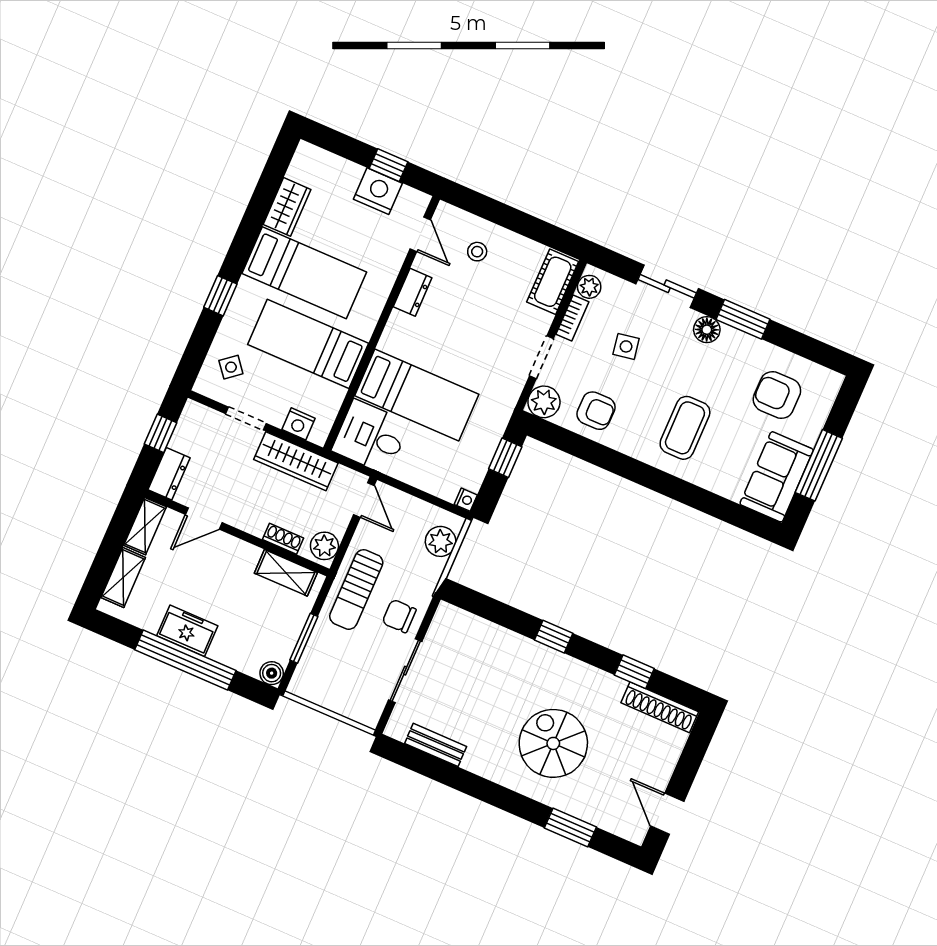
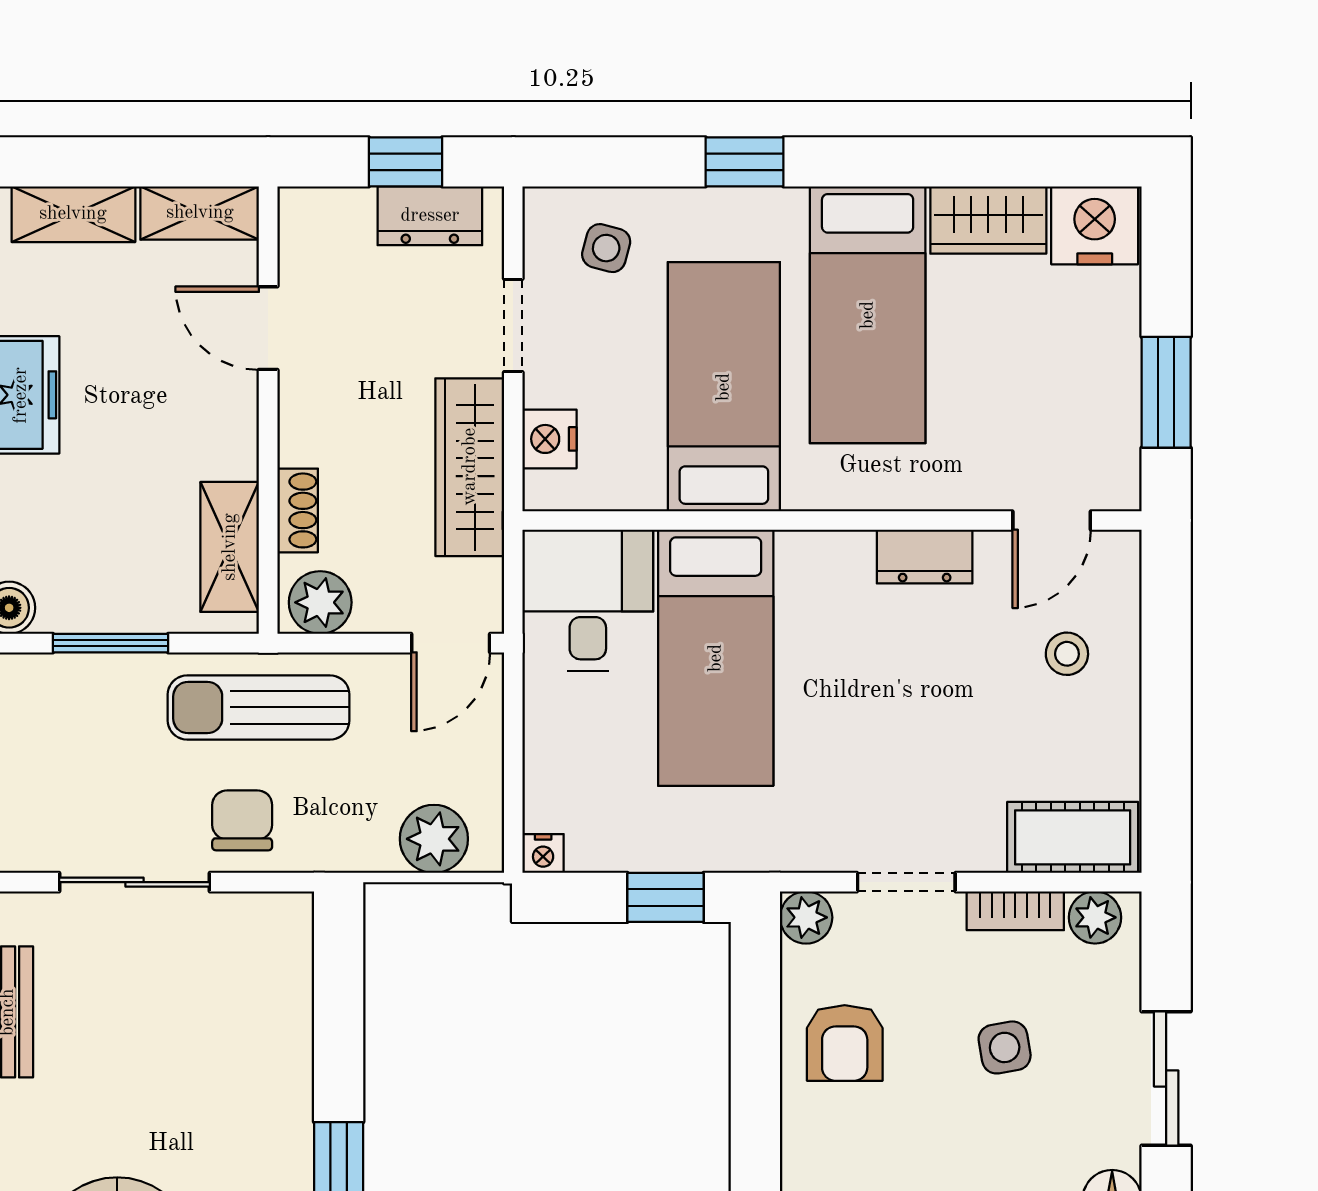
window: (388, 165) -> (1166, 392), width x1.50
nightstand: (378, 191) -> (1095, 225), moved, turned -90
side table: (231, 367) -> (606, 248), turned -36
plant: (544, 402) -> (806, 917), width x0.73, depth x0.73
dresser: (169, 474) -> (430, 216), moved

